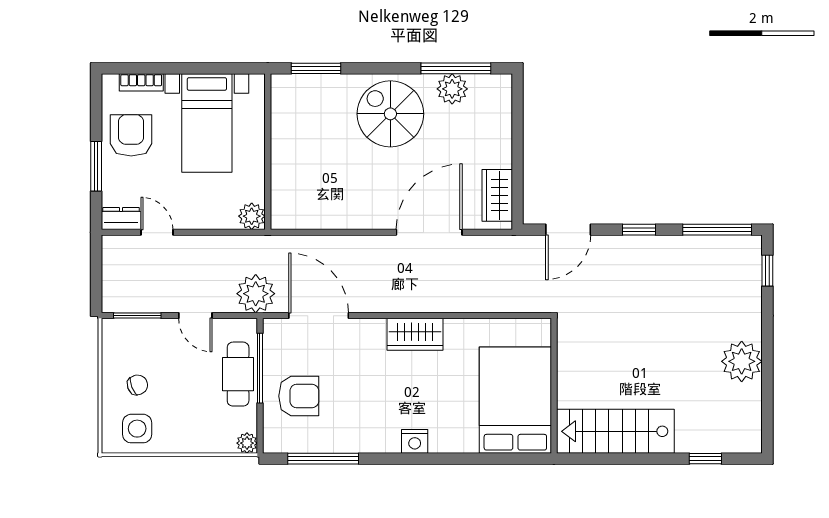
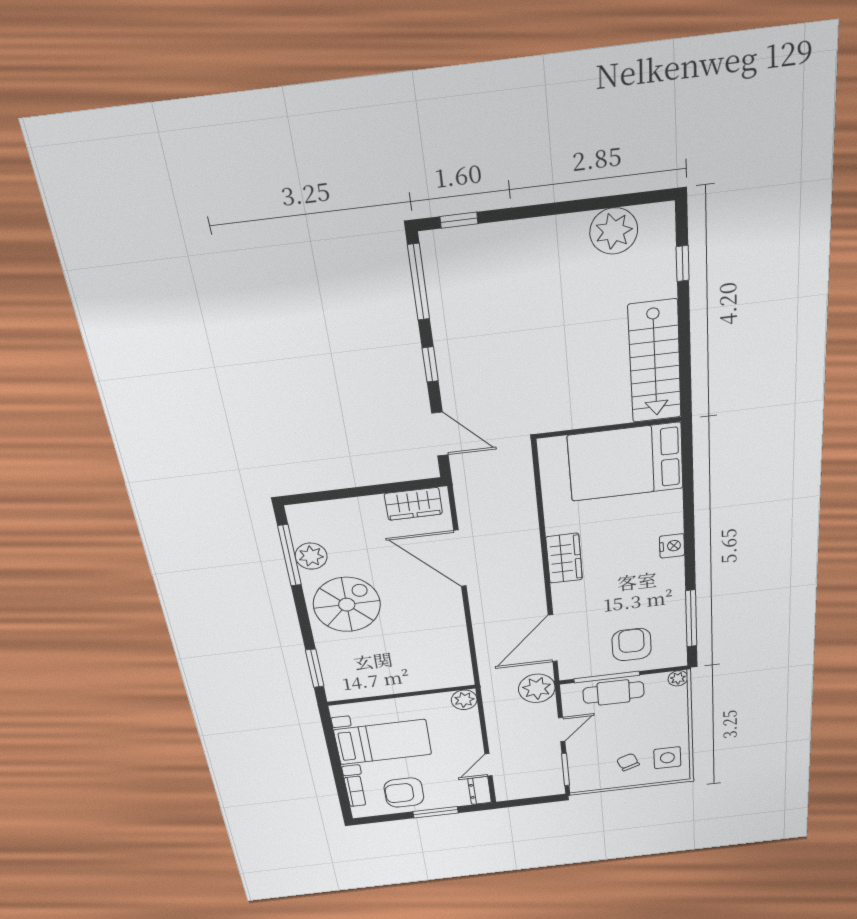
spiral stairs: (390, 114) -> (347, 605), turned 180
plant: (742, 361) -> (614, 231), moved

